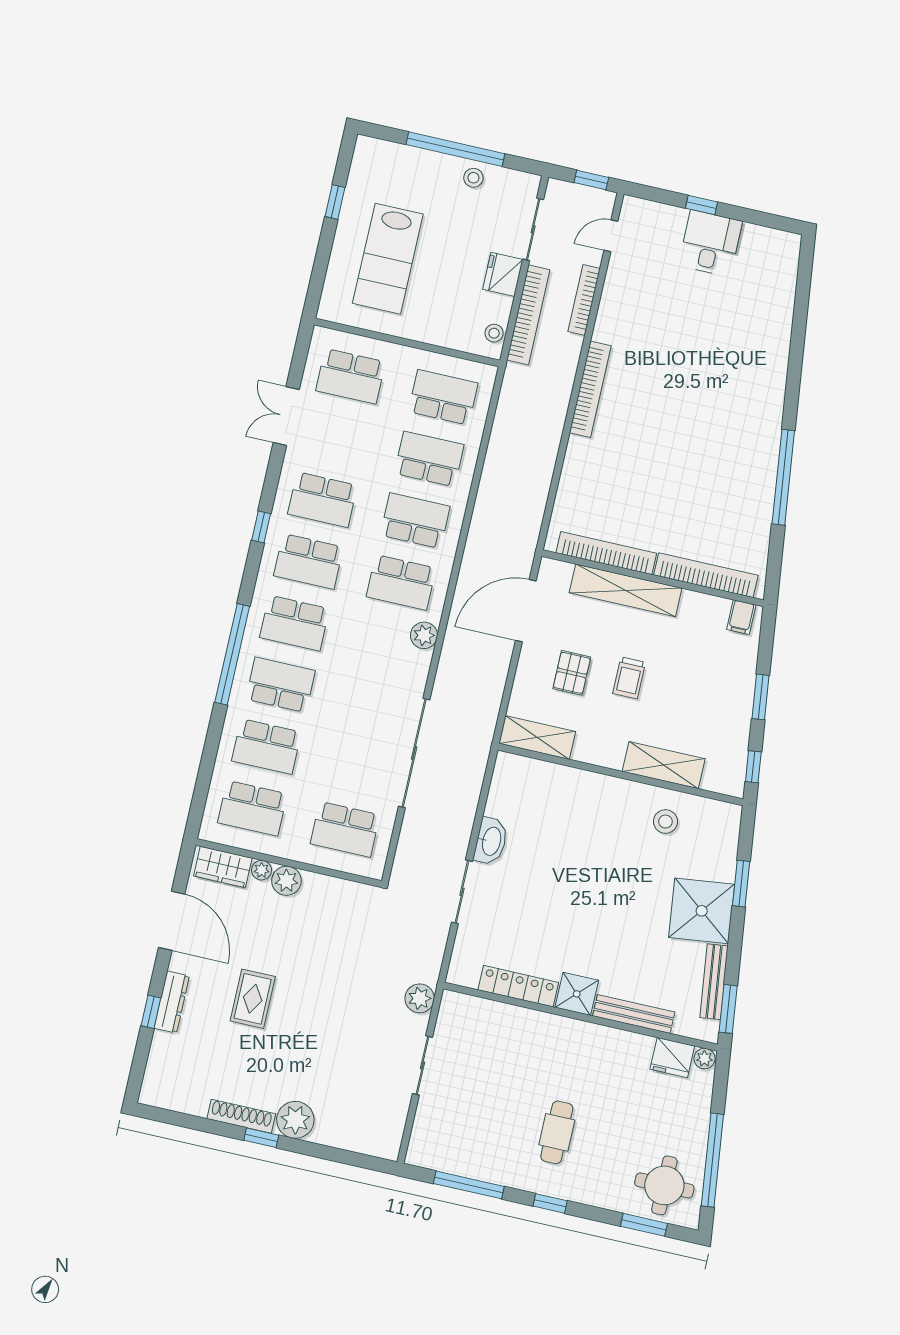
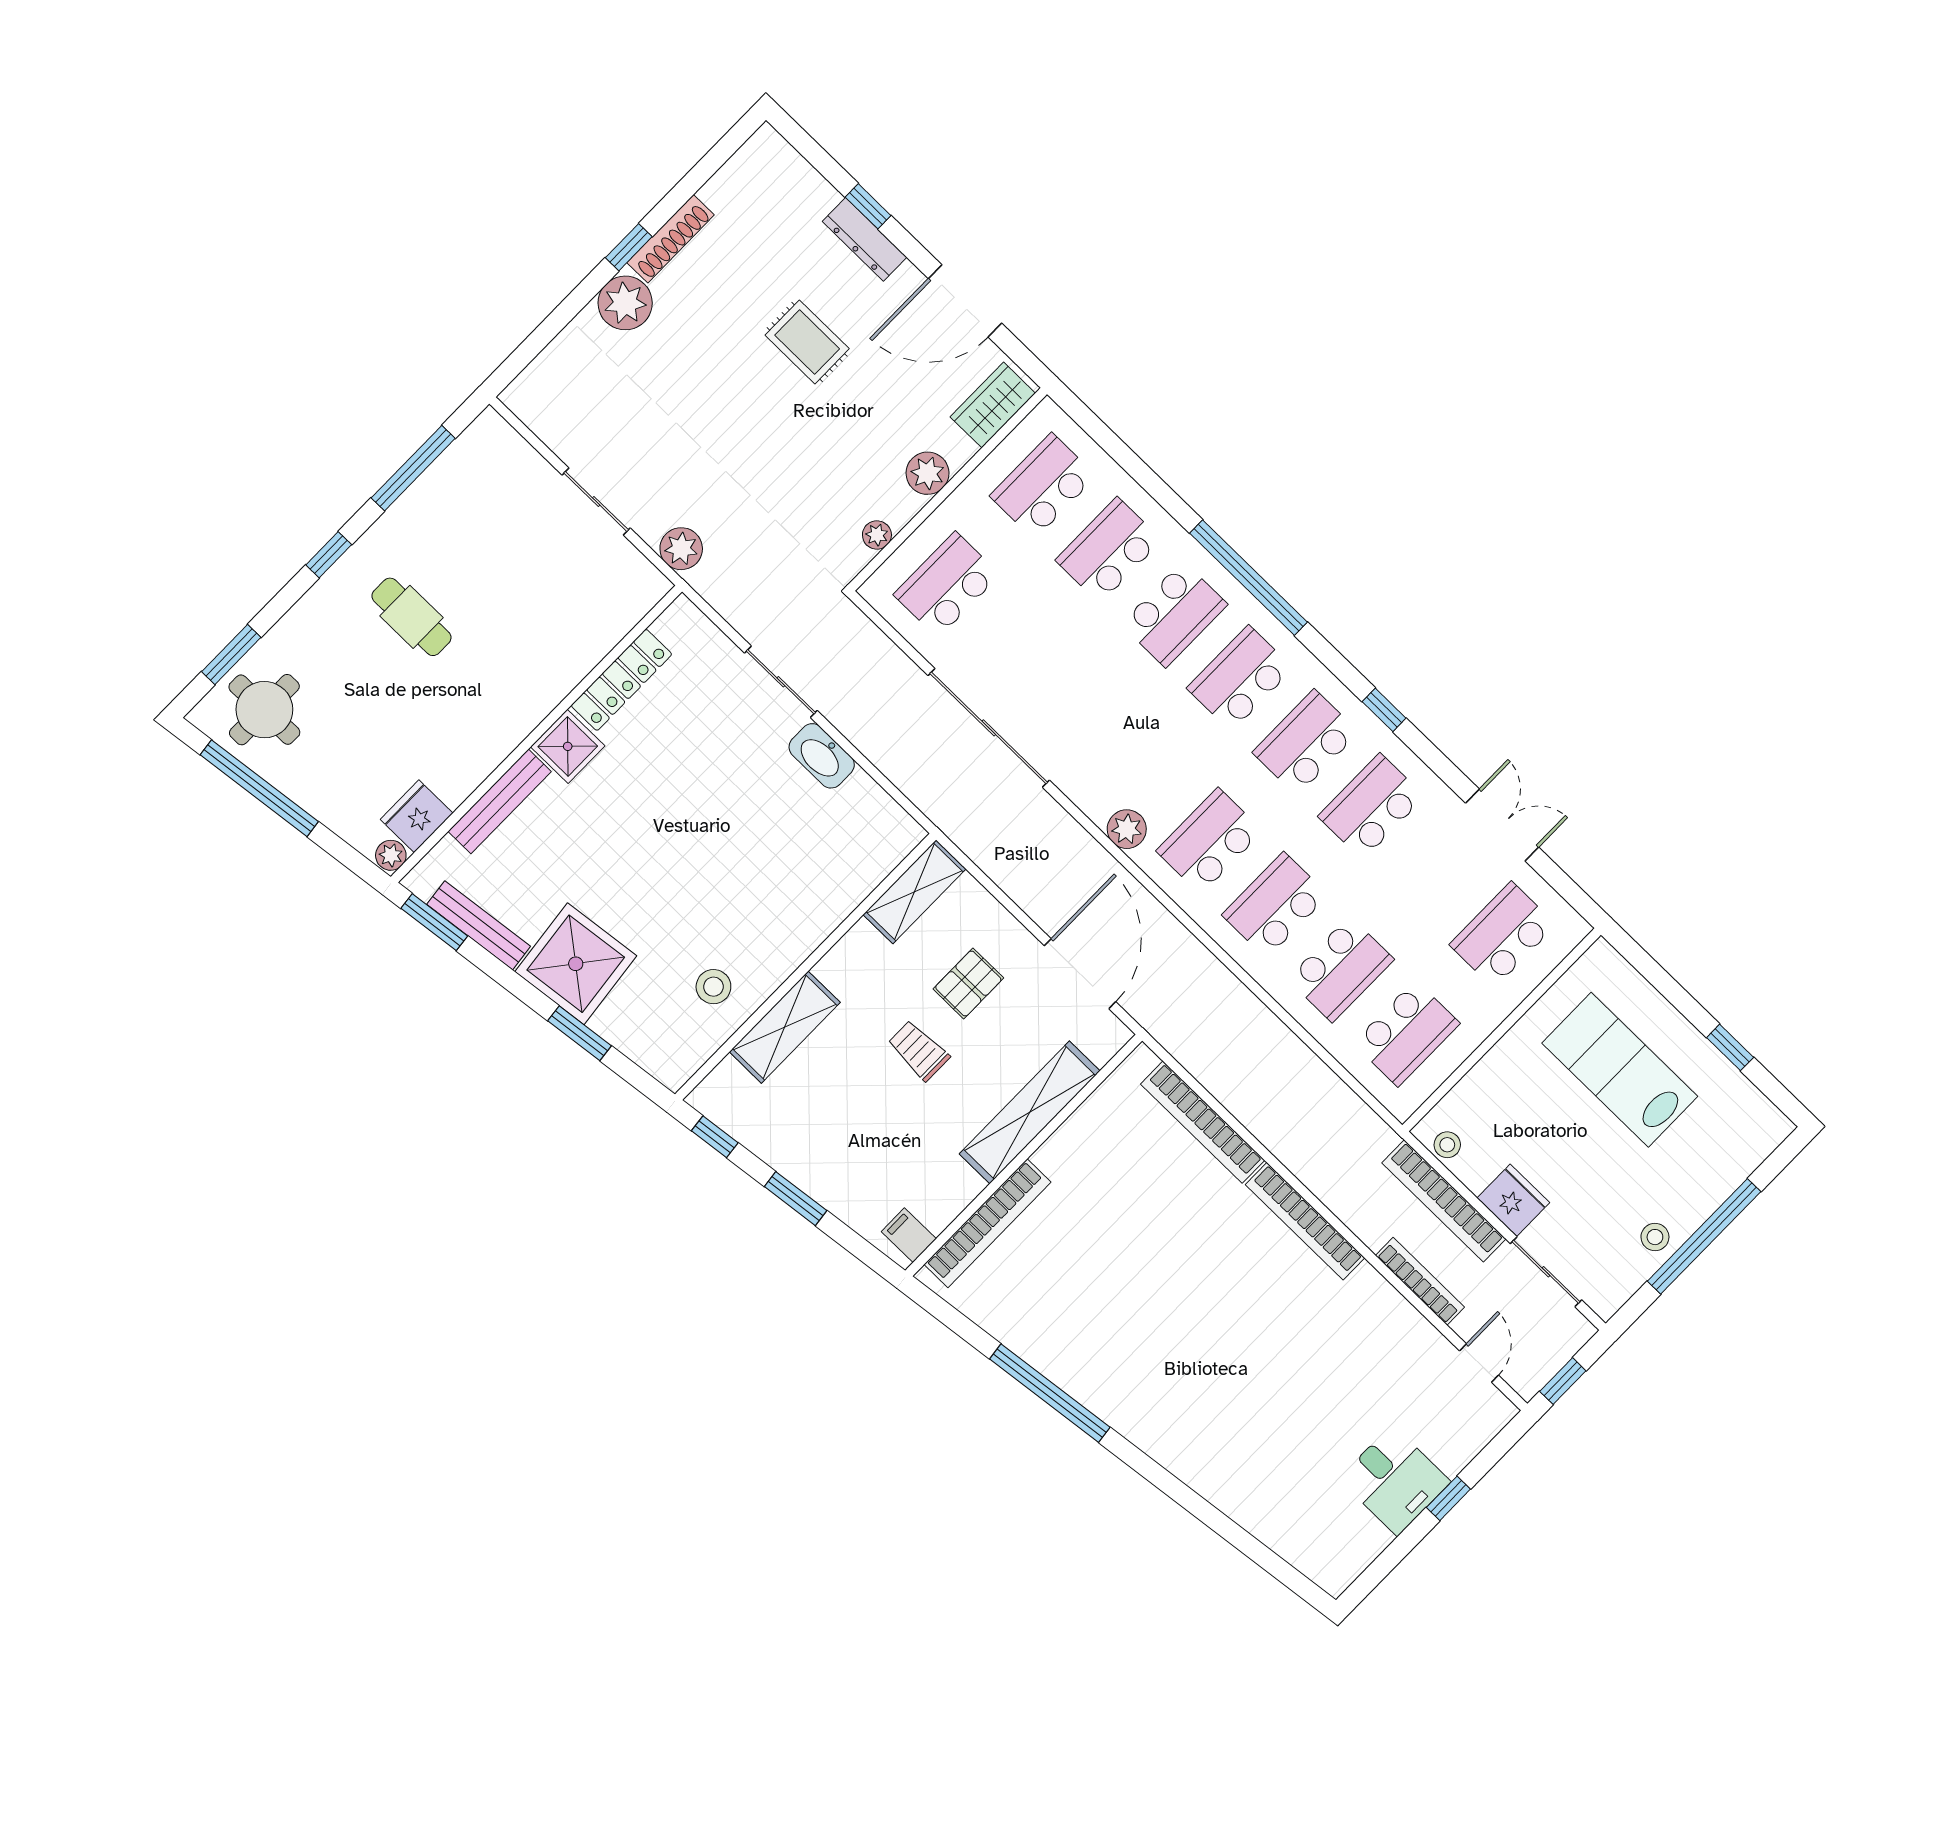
school desk: (415, 521) -> (1275, 905), turned 180
bookcase: (606, 553) -> (1203, 1122), moved, turned 90
pallet: (572, 673) -> (968, 983), turned 90
plant: (262, 870) -> (877, 535), moved

